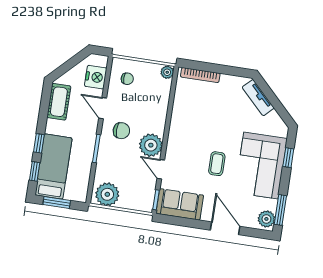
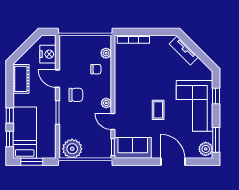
plant: (167, 72) -> (106, 53), moved
chair: (127, 79) -> (96, 69), moved
plant: (151, 145) -> (106, 103), width x0.53, depth x0.53

